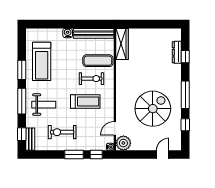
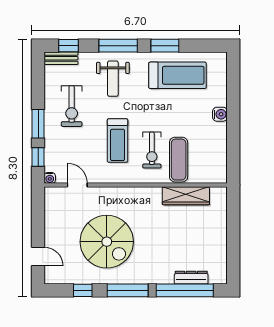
bench: (94, 33) -> (220, 153), removed
wardrobe: (122, 44) -> (186, 196), moved
window: (185, 57) -> (185, 290), width x3.17
treadmill: (42, 61) -> (178, 75), turned 180
exercise bike: (62, 132) -> (72, 106), turned 180
plant: (123, 143) -> (55, 198), removed

